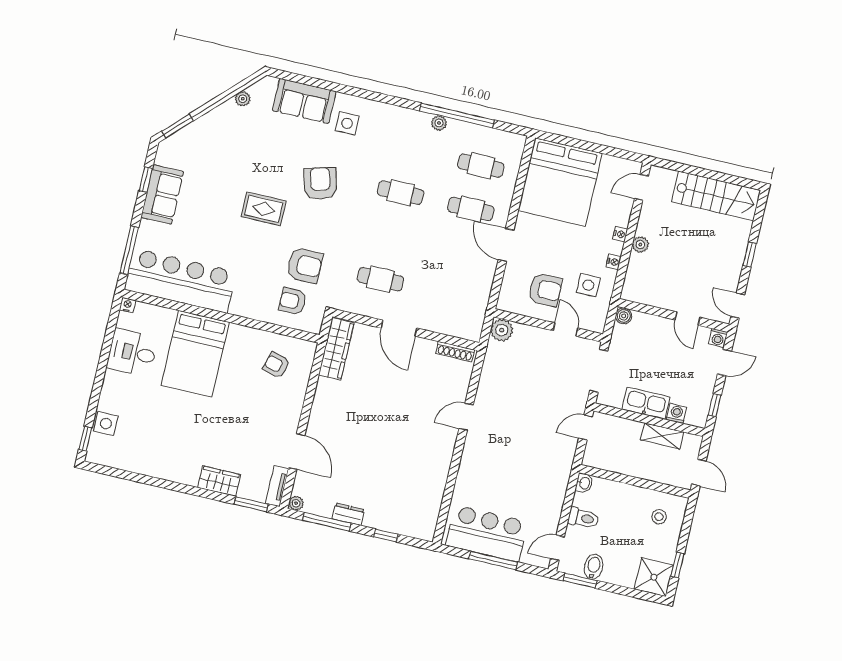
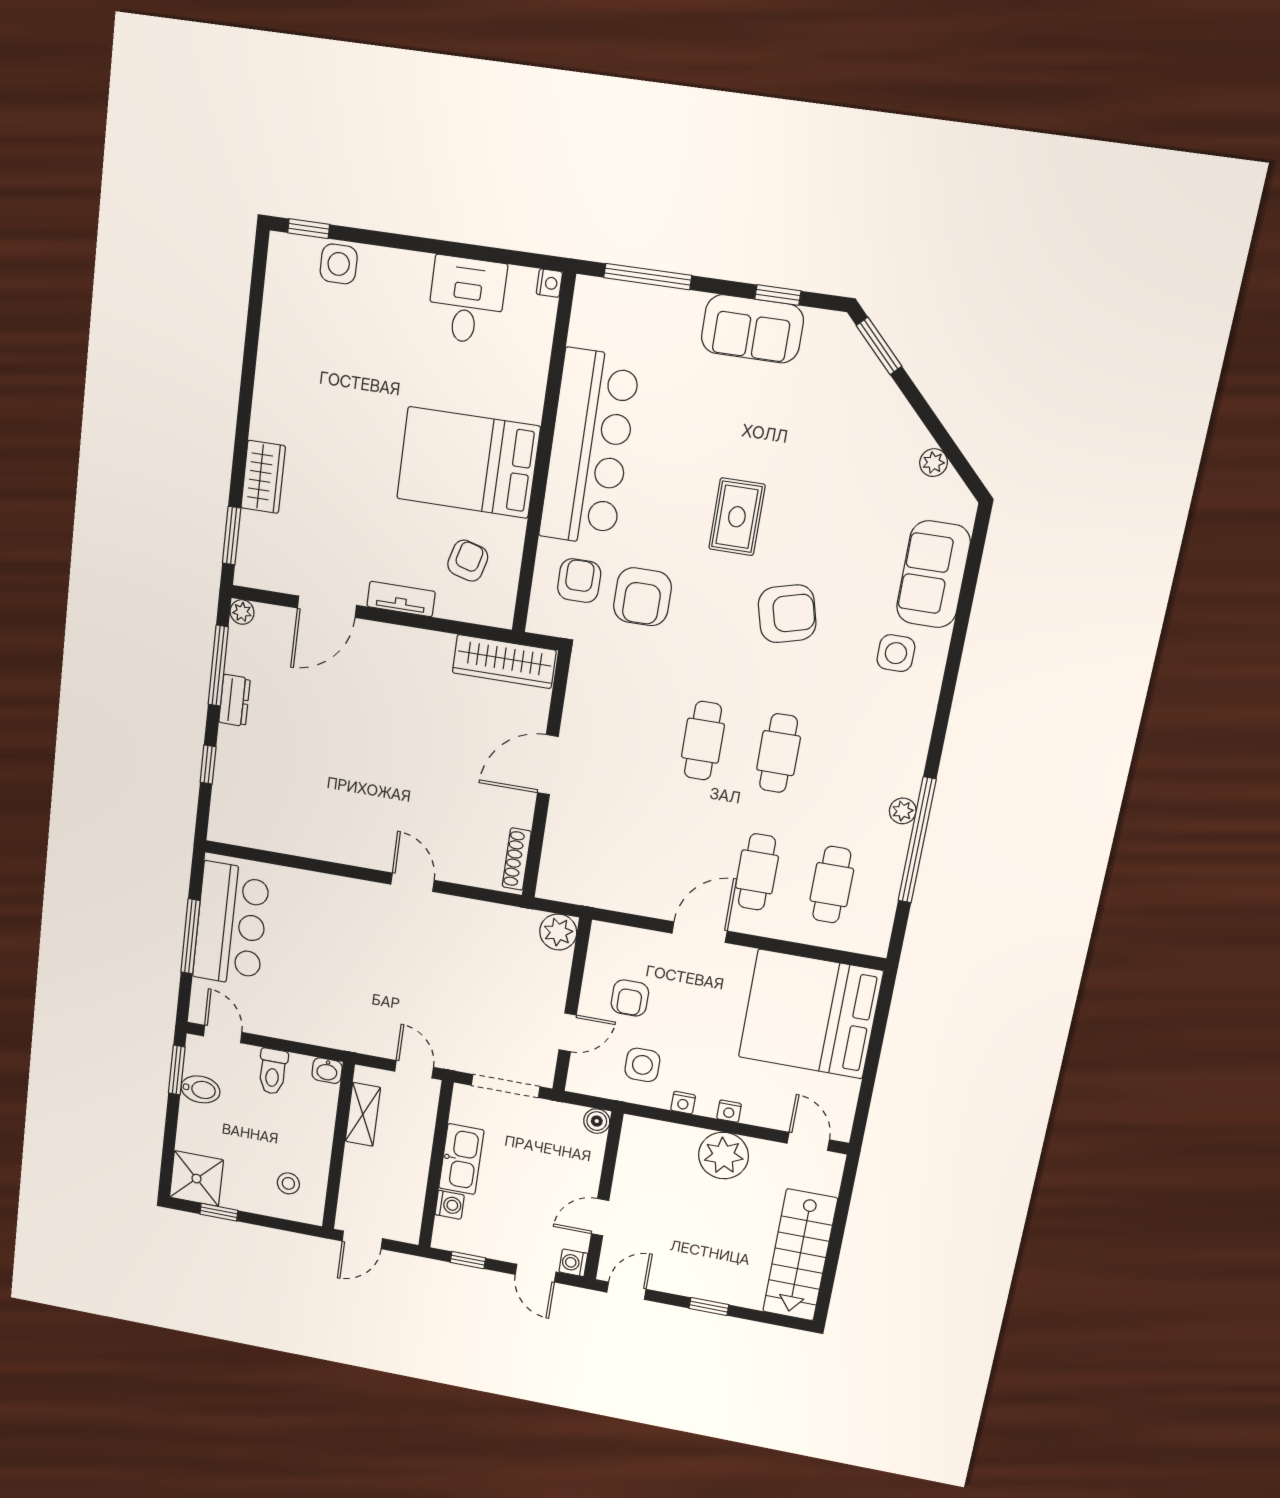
plant: (640, 245) -> (723, 1156), width x1.87, depth x1.87
cafe table: (380, 279) -> (703, 741), moved
bar counter: (180, 281) -> (589, 448), moved
armchair: (545, 290) -> (630, 998), width x0.72, depth x0.72
bed: (195, 354) -> (468, 463), moved
shelving: (662, 436) -> (363, 1114), moved
tv unit: (277, 486) -> (401, 599), moved

